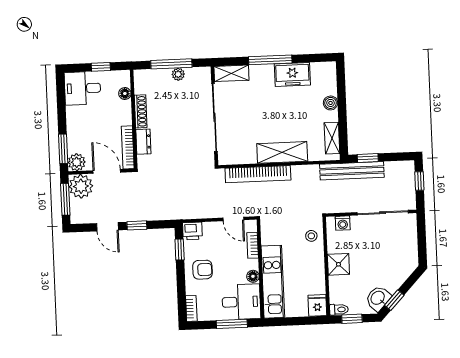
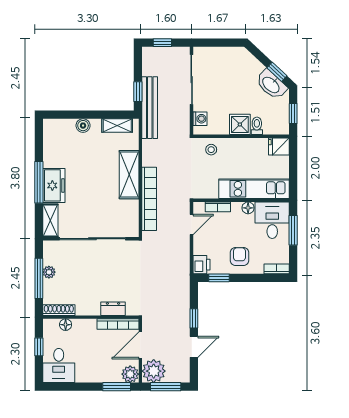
freezer: (292, 74) -> (54, 185), moved
shoe rack: (141, 111) -> (59, 310), moved
washbasin: (378, 298) -> (271, 85), width x1.38
toilet: (339, 310) -> (257, 126), moved

